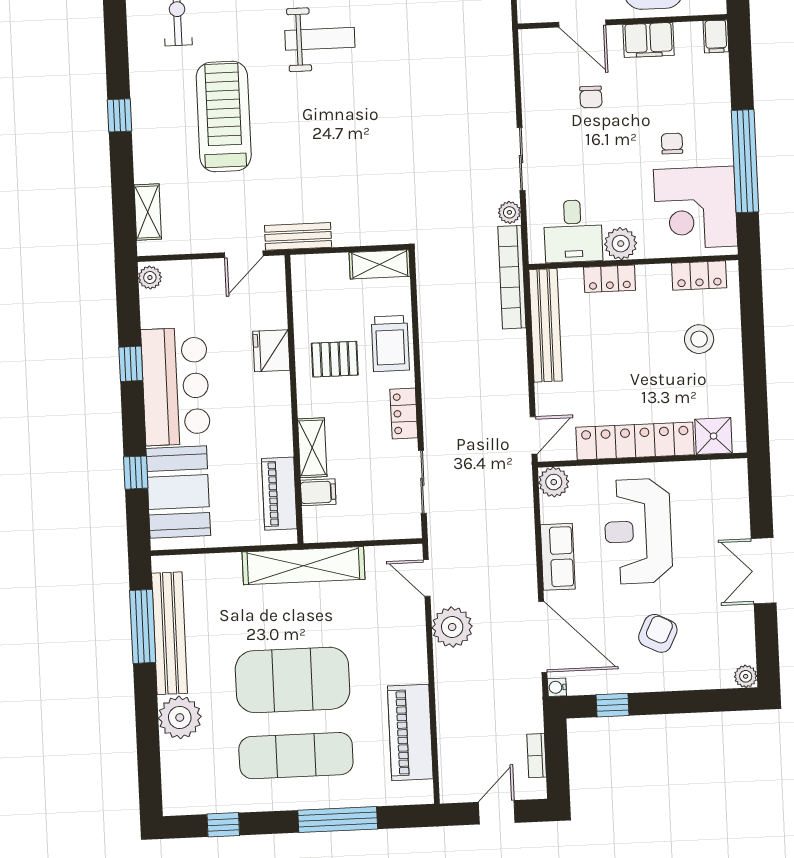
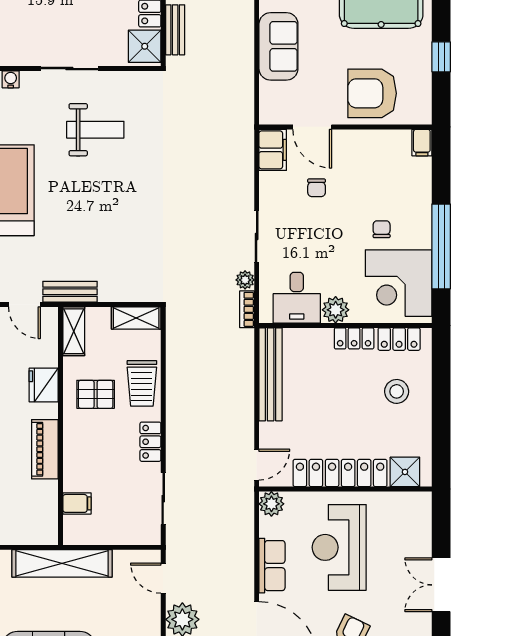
filing cabinet: (649, 40) -> (273, 150), moved, turned -90
door: (244, 254) -> (24, 304), hinge flipped
bookcase: (512, 277) -> (247, 309), width x0.43, depth x0.76
locker: (610, 279) -> (354, 338), moved
shelving: (312, 448) -> (74, 331), moved
piano: (279, 494) -> (45, 449), moved

